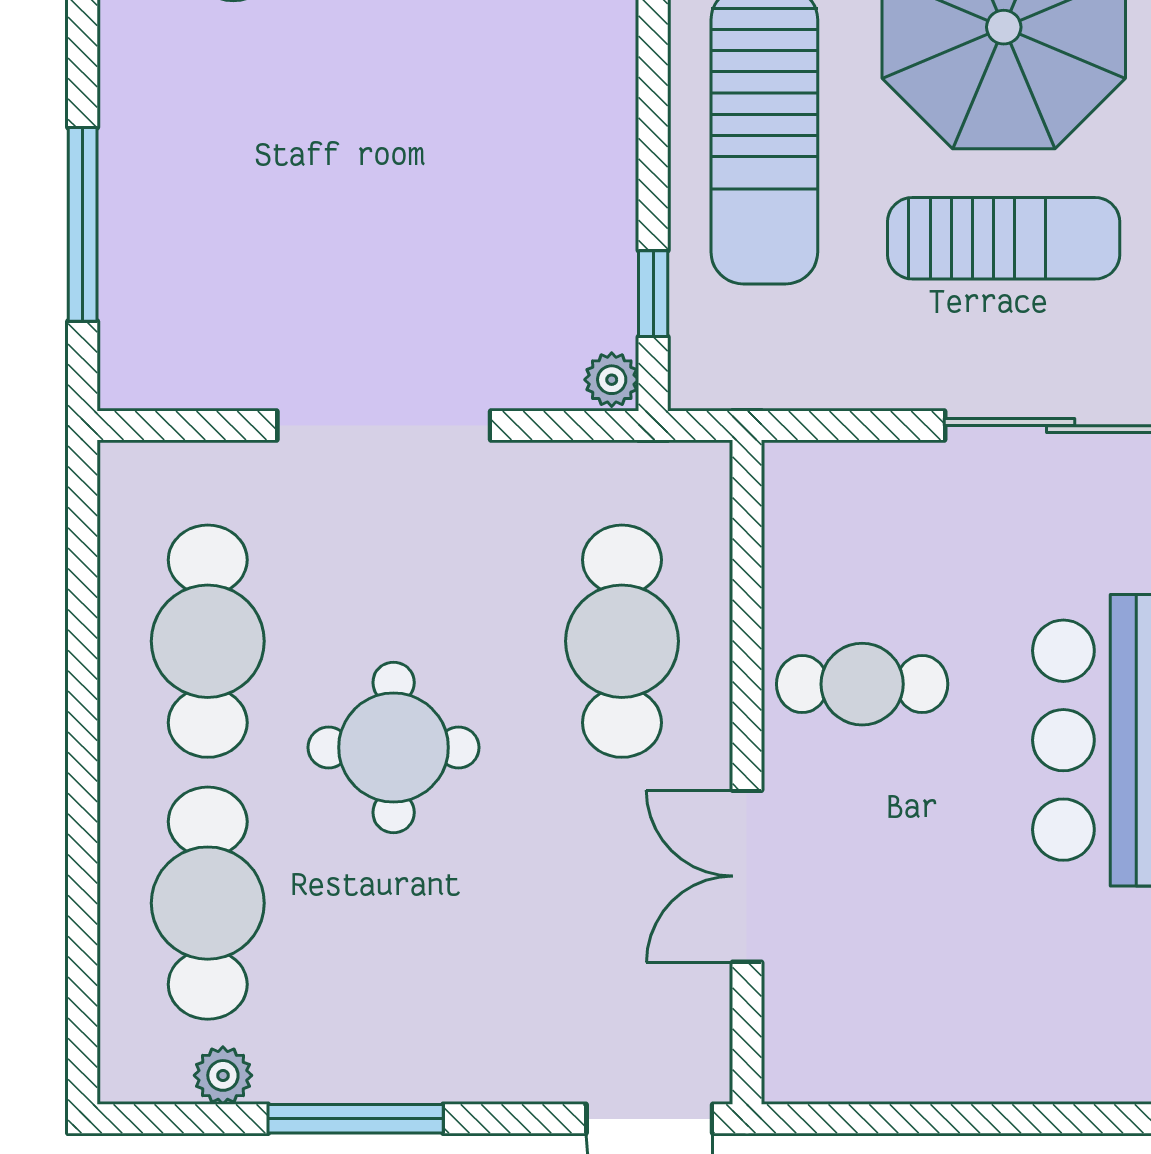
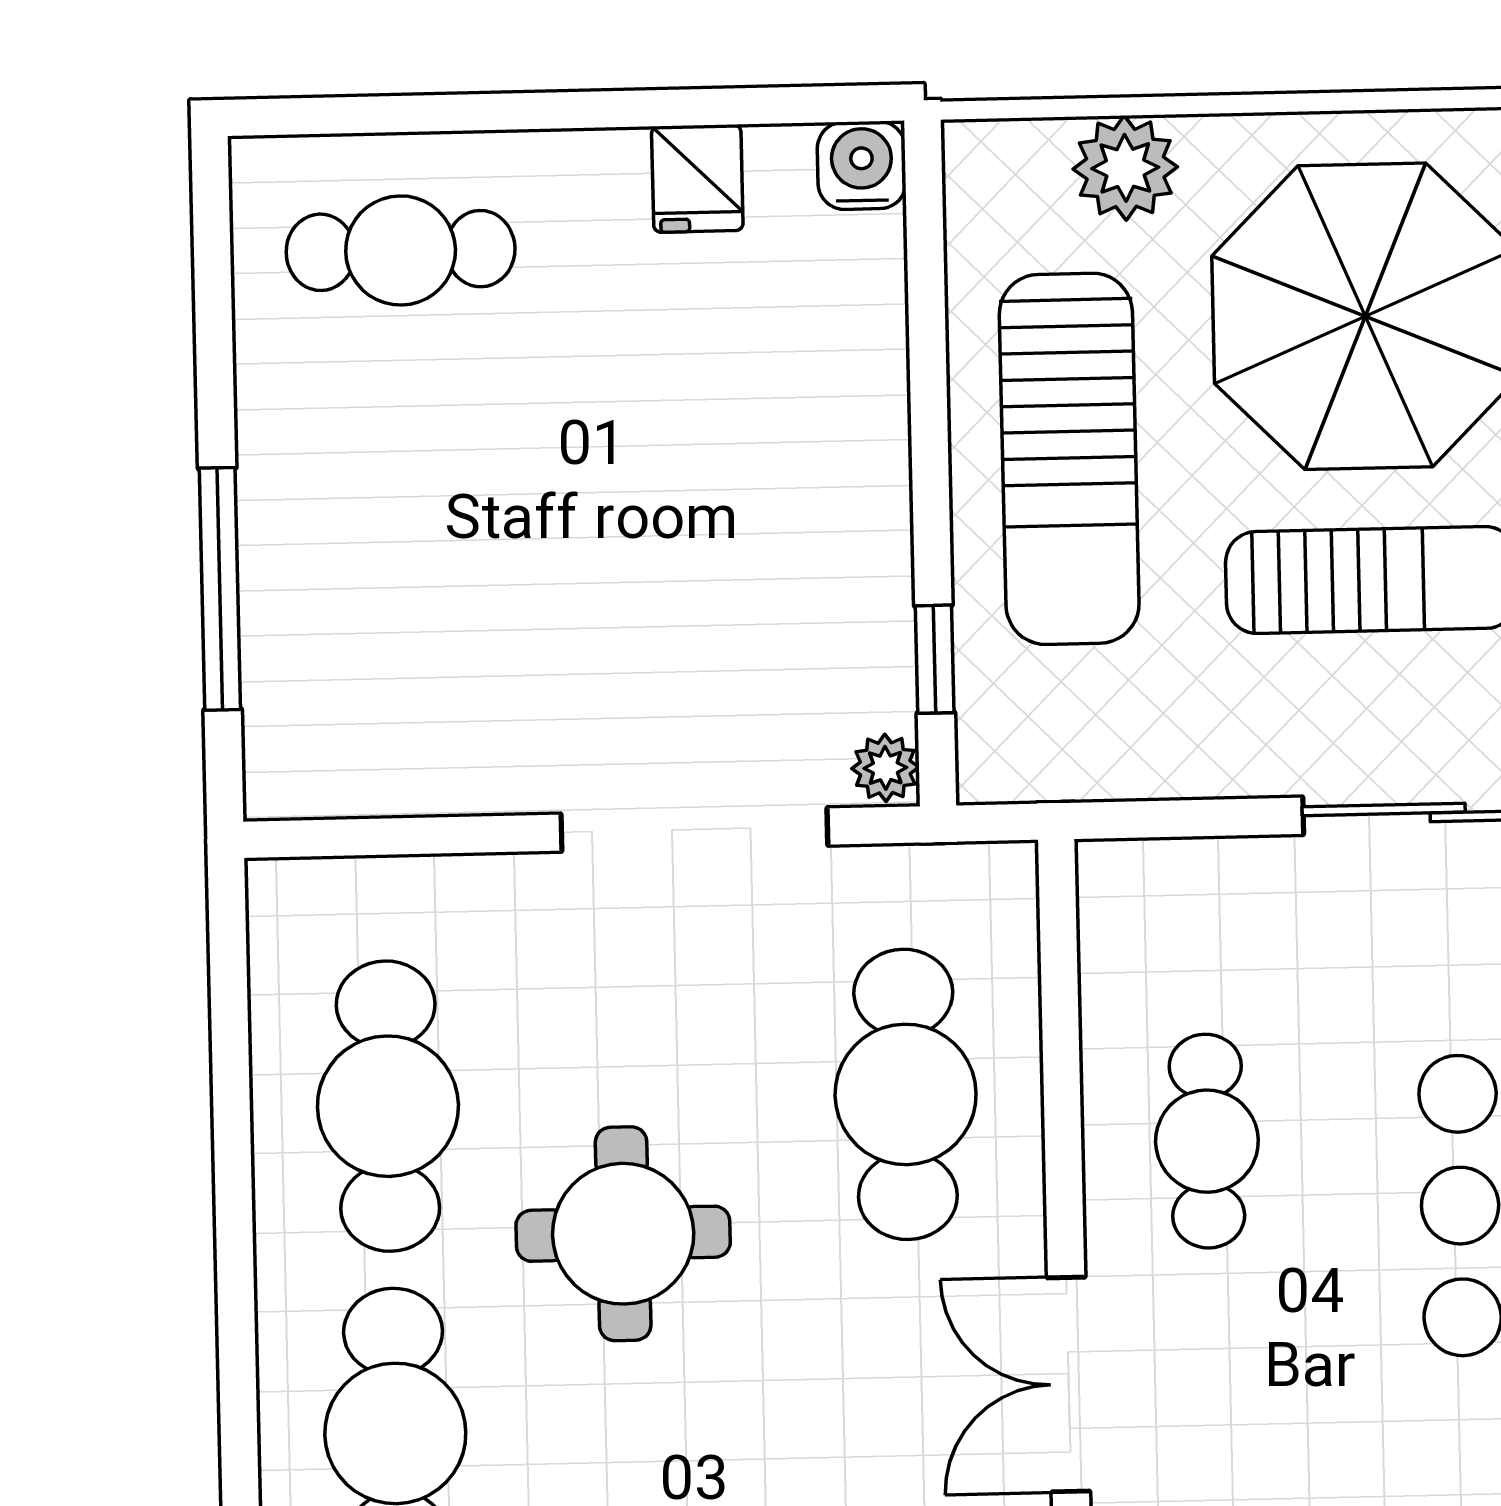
doorway: (384, 426) -> (694, 830), moved
cafe table: (862, 684) -> (1207, 1141), turned 90

